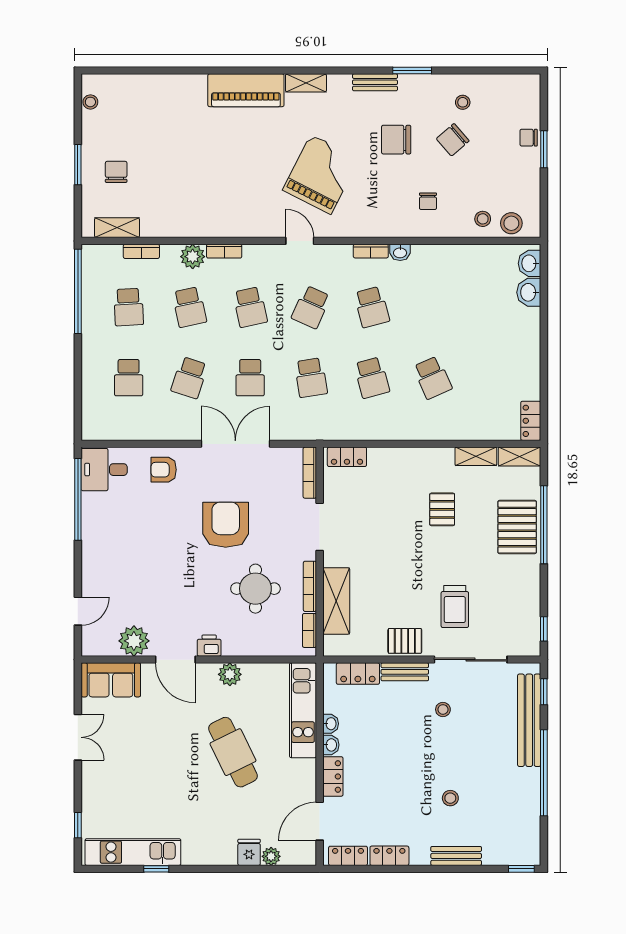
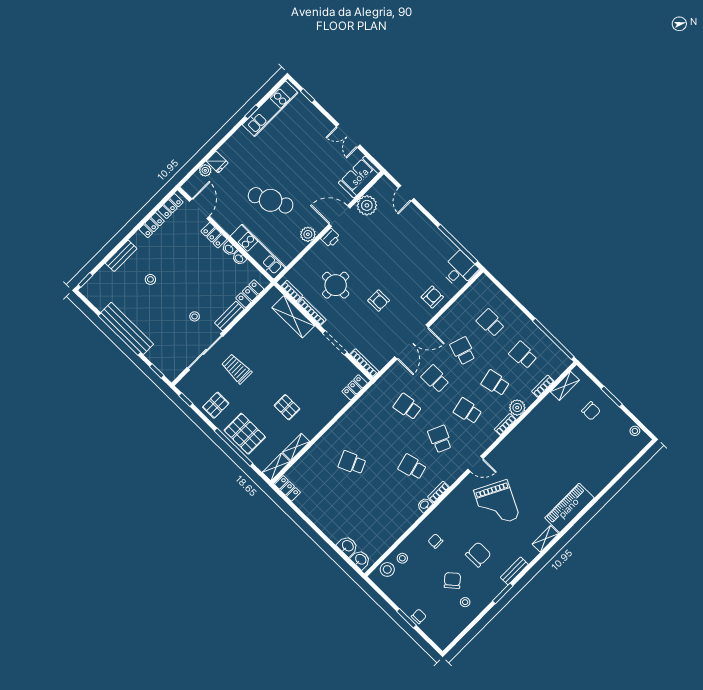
school desk: (372, 378) -> (380, 435), removed
armchair: (226, 525) -> (379, 301), width x0.53, depth x0.53
pallet: (405, 641) -> (216, 405), moved
bench: (529, 720) -> (127, 328), moved

